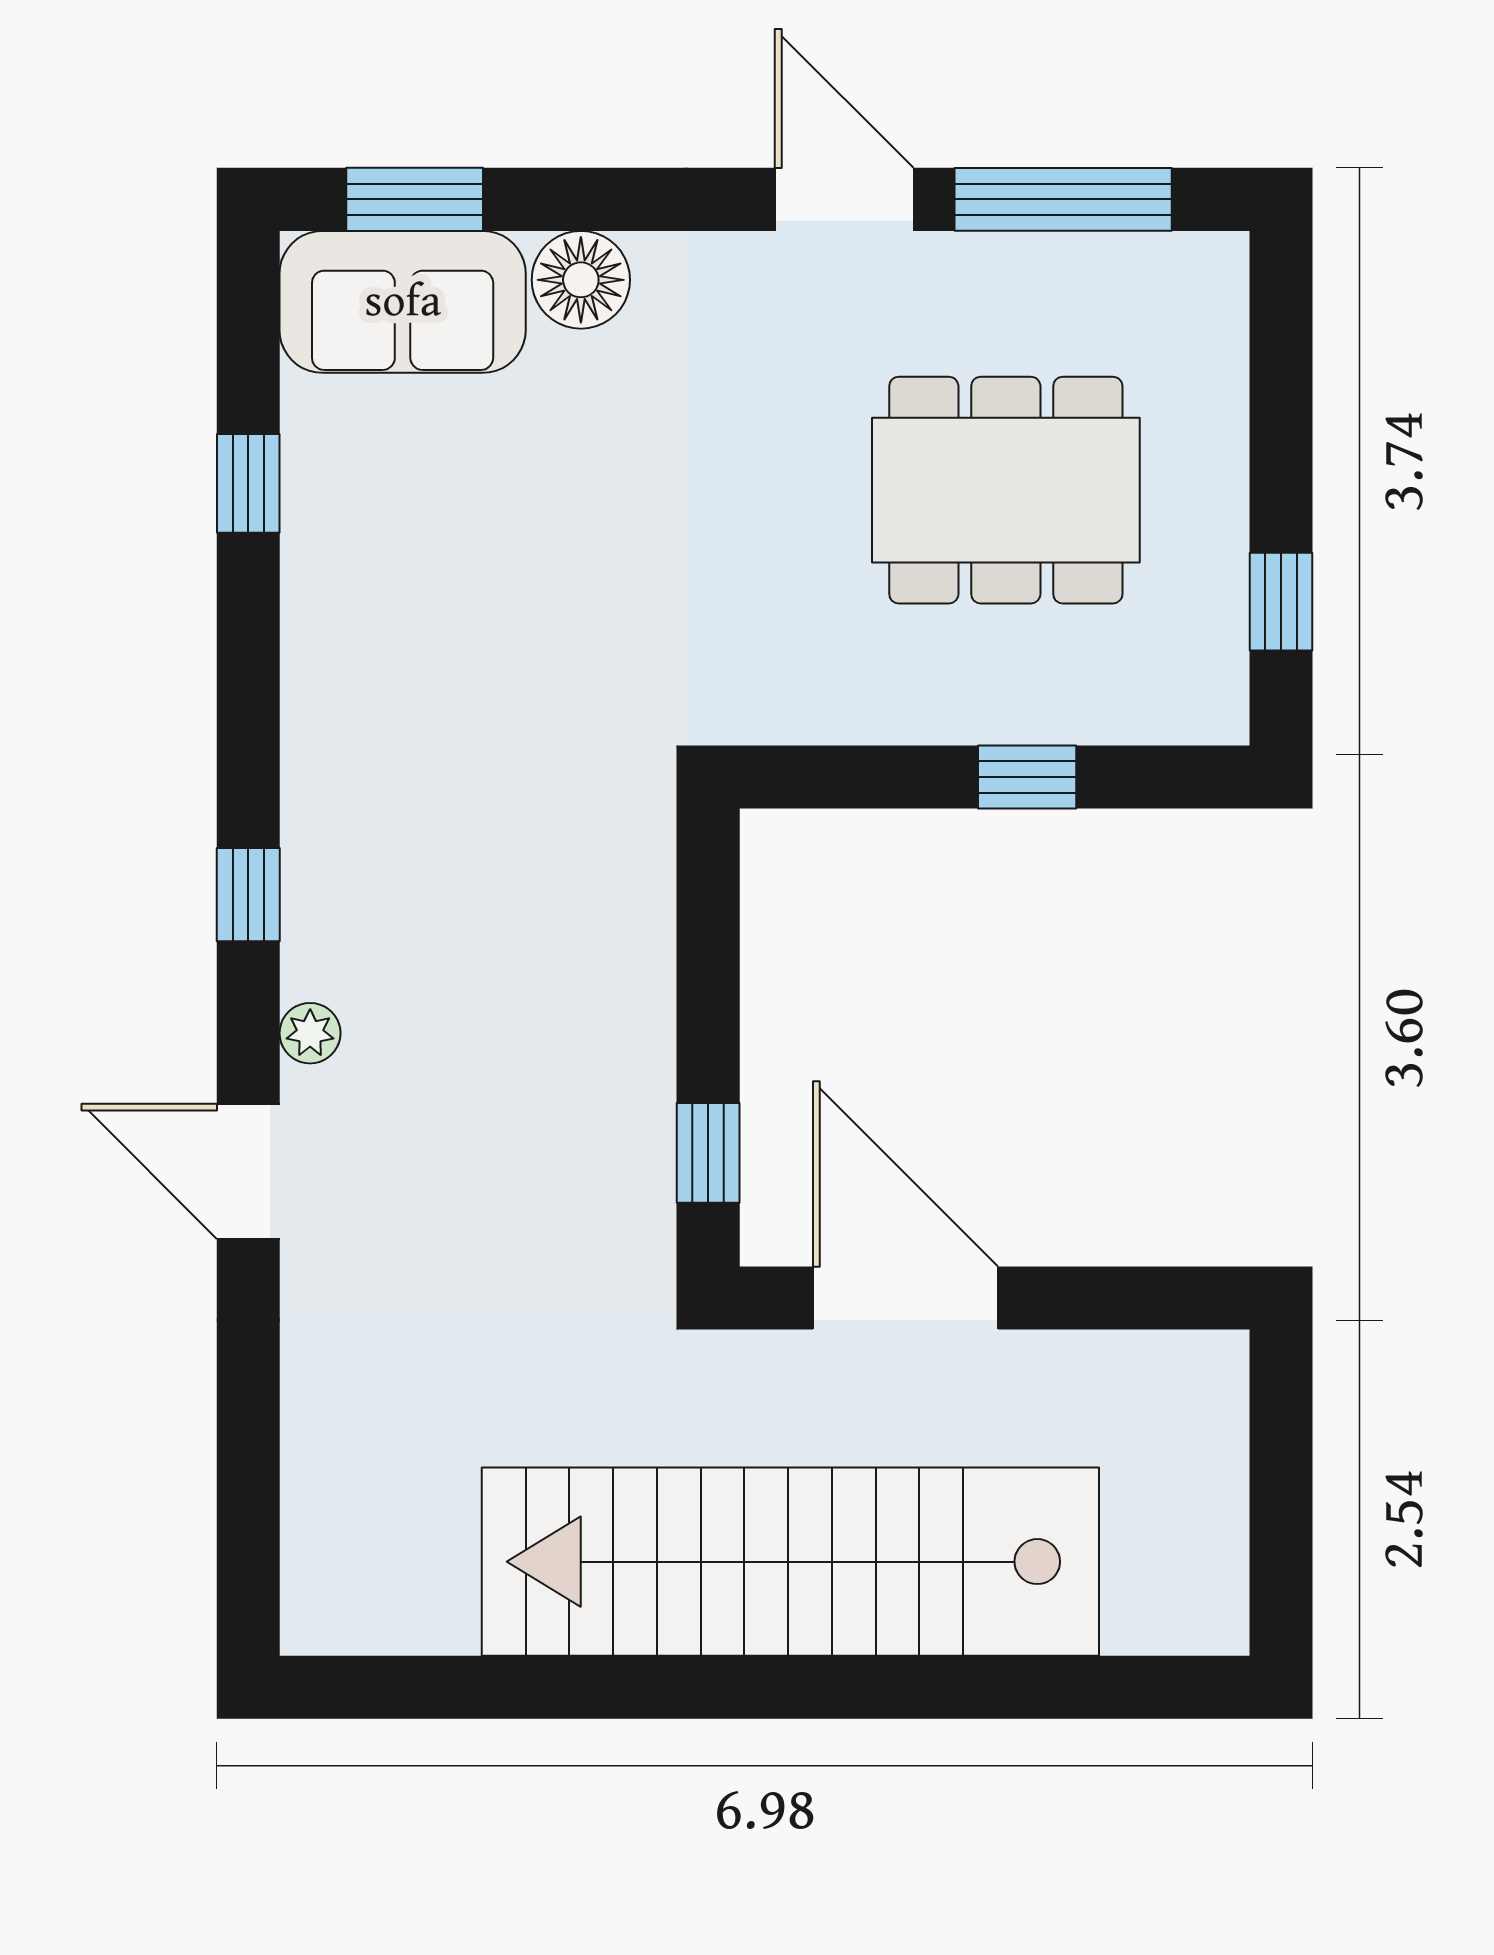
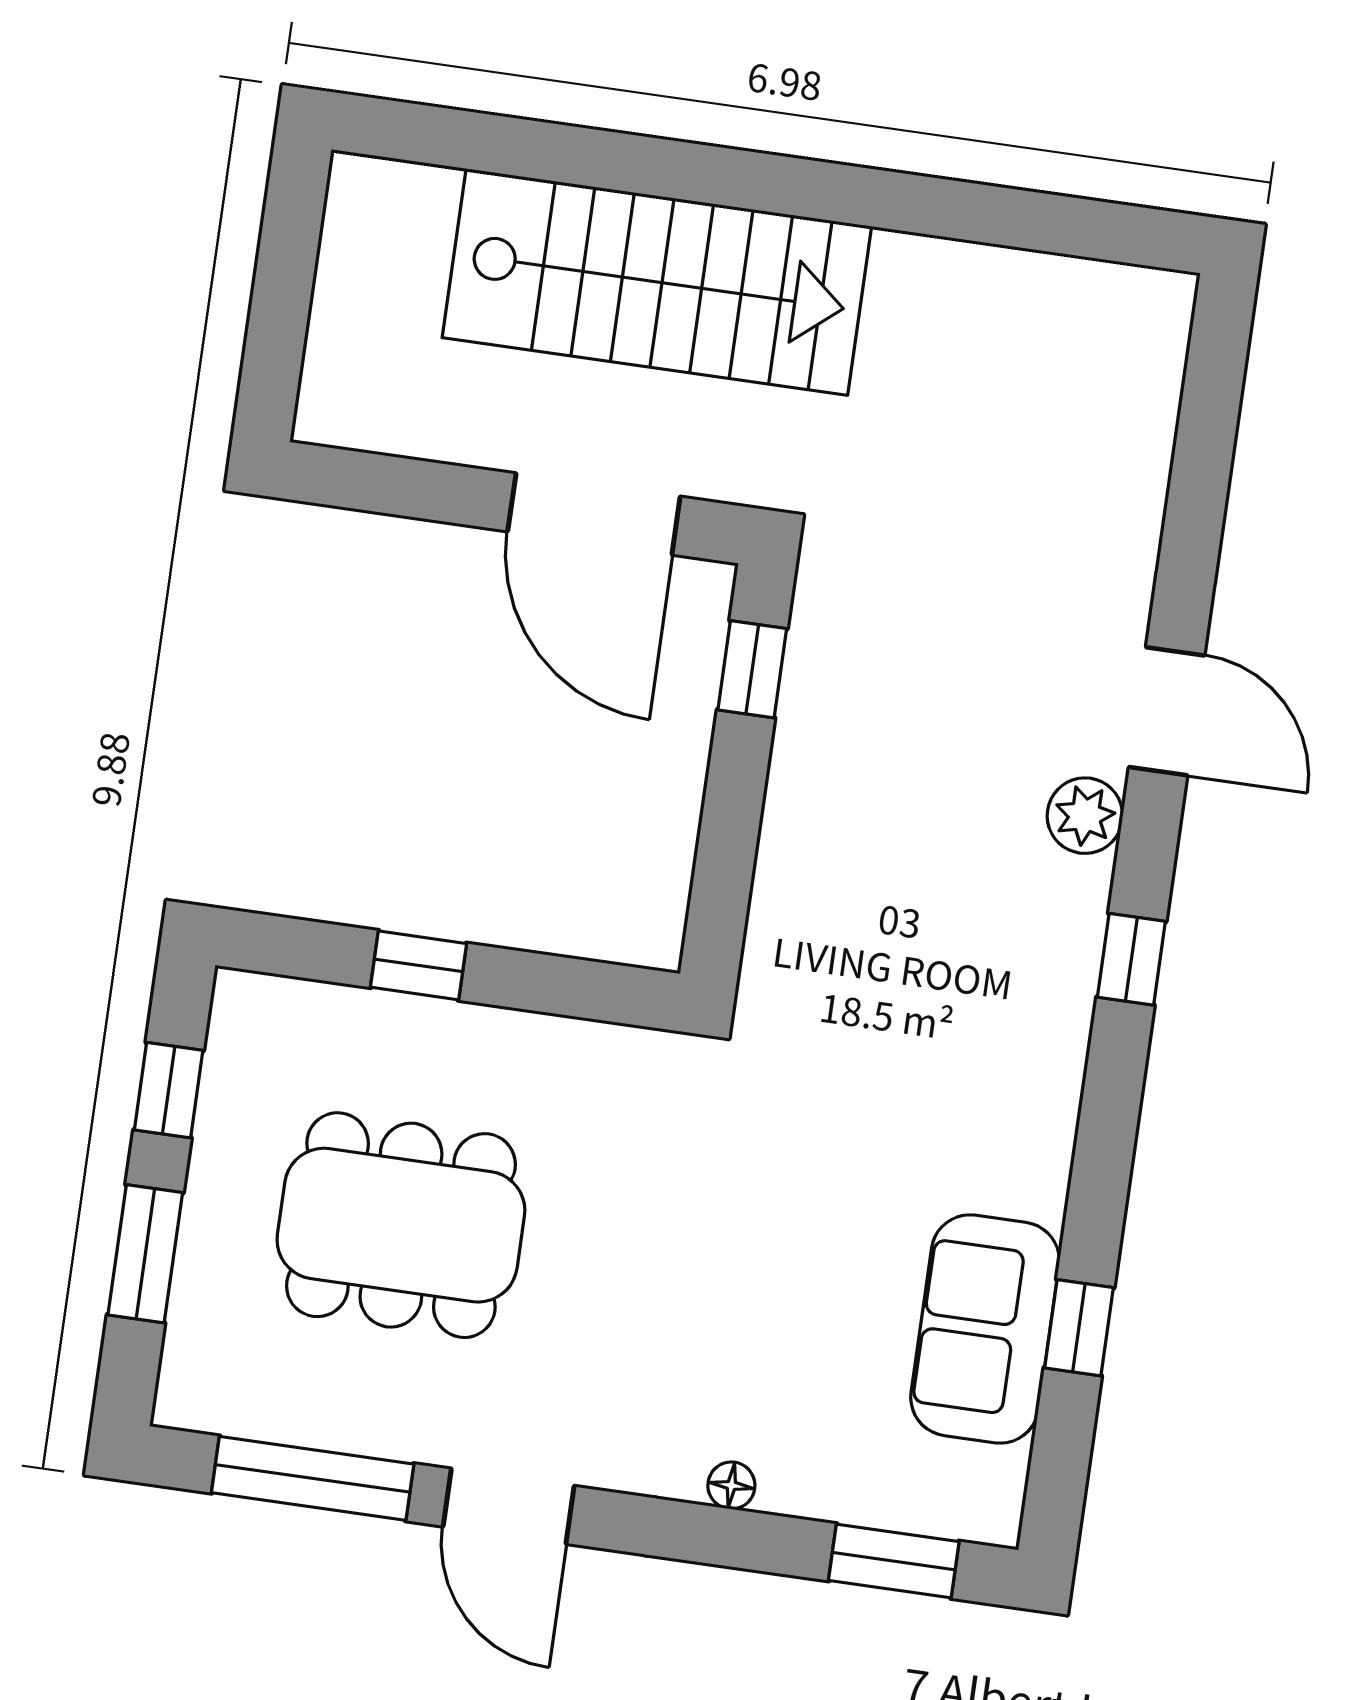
floor lamp: (581, 280) -> (731, 1485), width x0.53, depth x0.53
sofa: (403, 302) -> (985, 1329), moved, turned -90
window: (1281, 419) -> (145, 1254), added
plant: (310, 1033) -> (1085, 816), width x1.38, depth x1.38
stairs: (790, 1562) -> (657, 282), width x0.73

